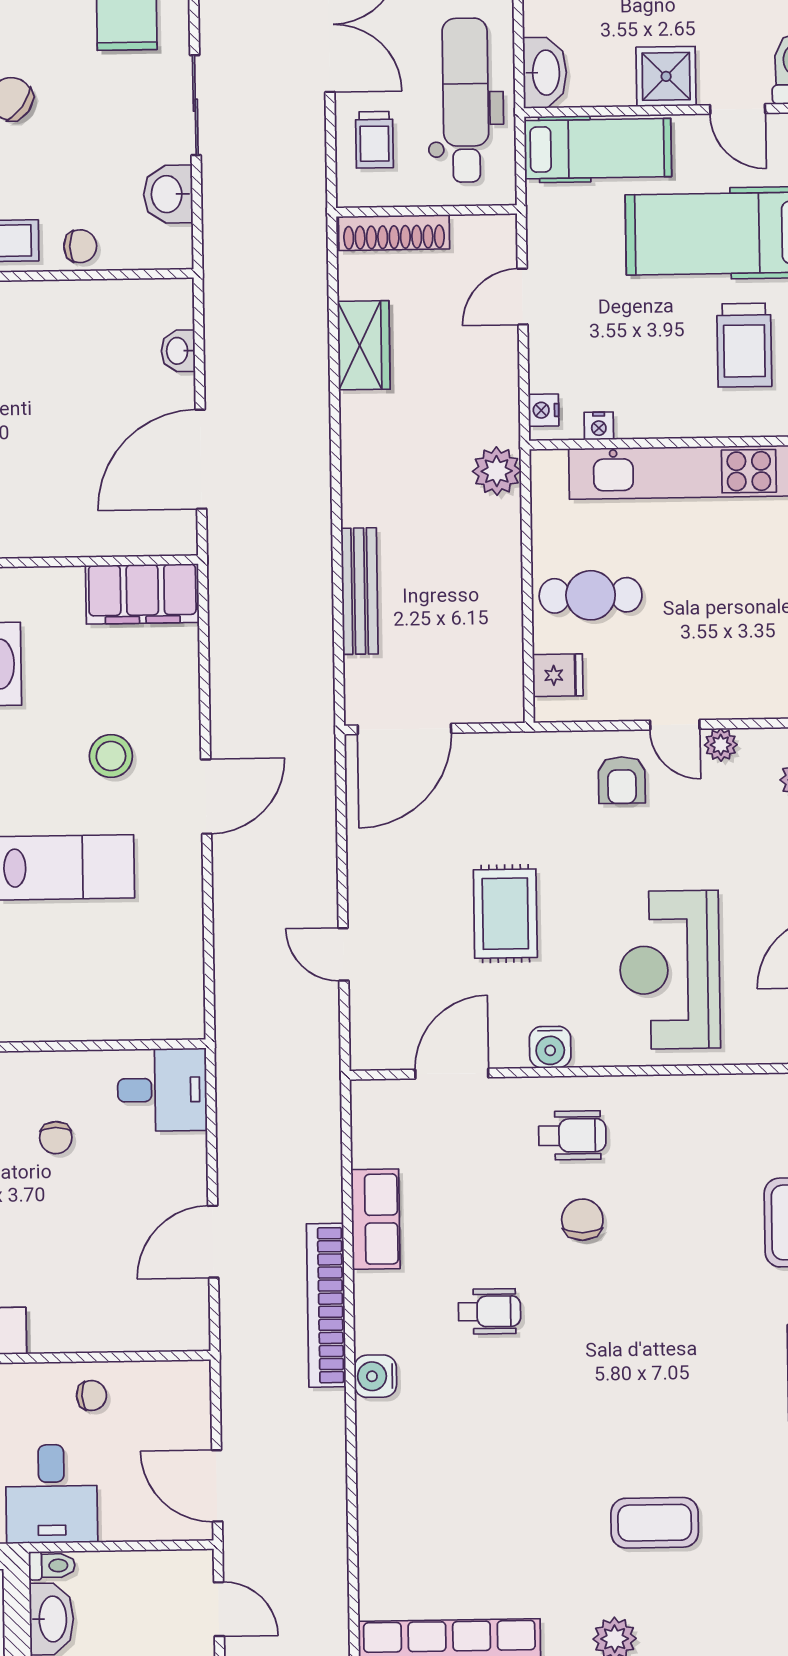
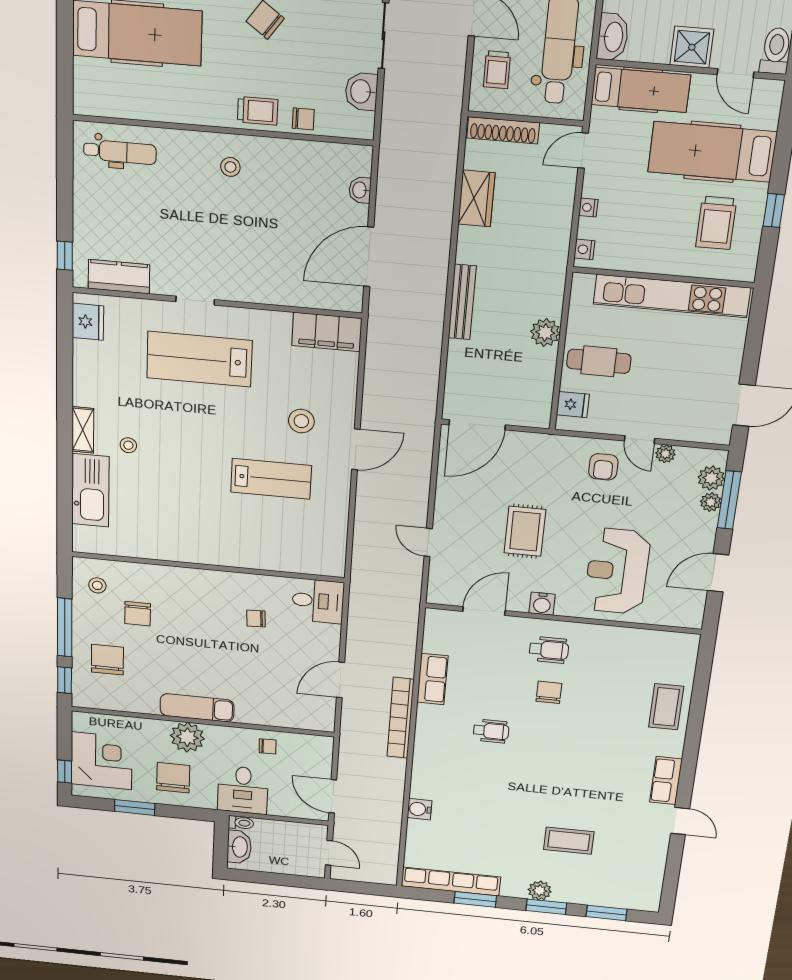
door: (523, 297) -> (583, 151), moved
nightstand: (599, 426) -> (588, 208), moved, turned 90
plant: (497, 471) -> (545, 333), moved
bench: (360, 591) -> (462, 302), moved
chair: (56, 1138) -> (256, 618), turned 87
water cooler: (375, 1376) -> (419, 809), moved

